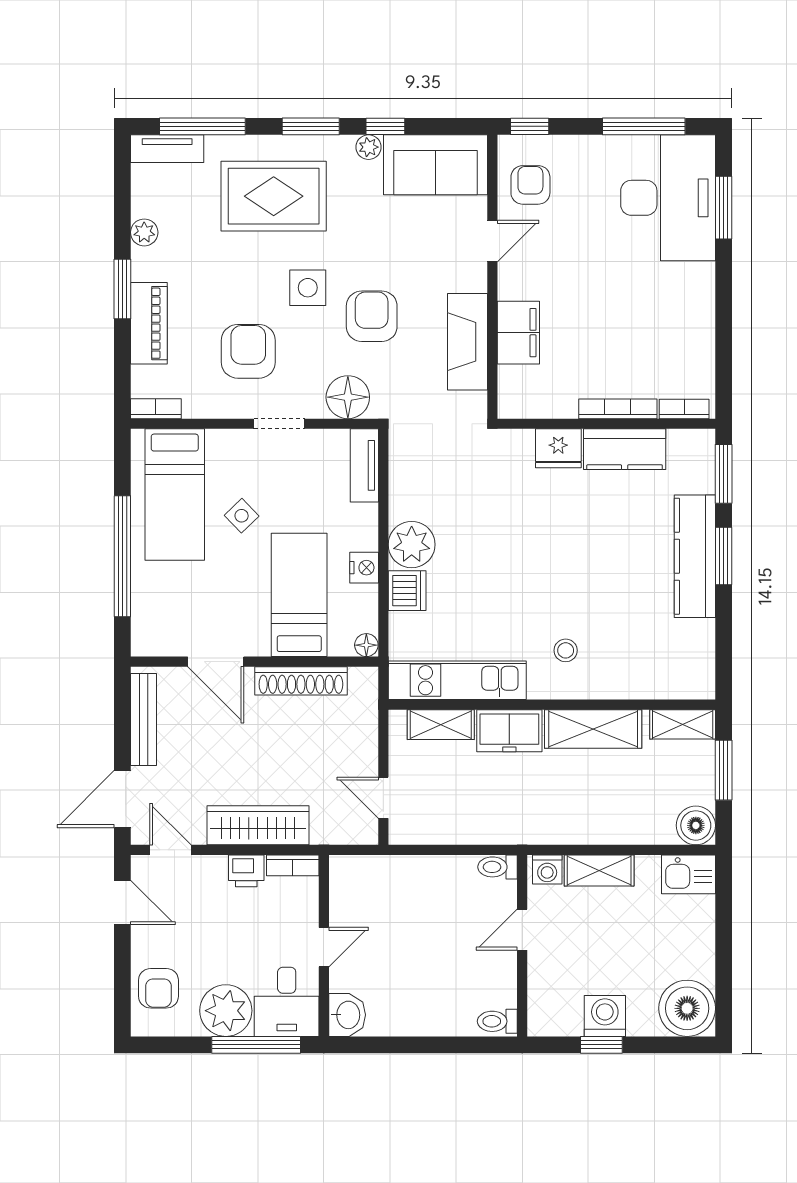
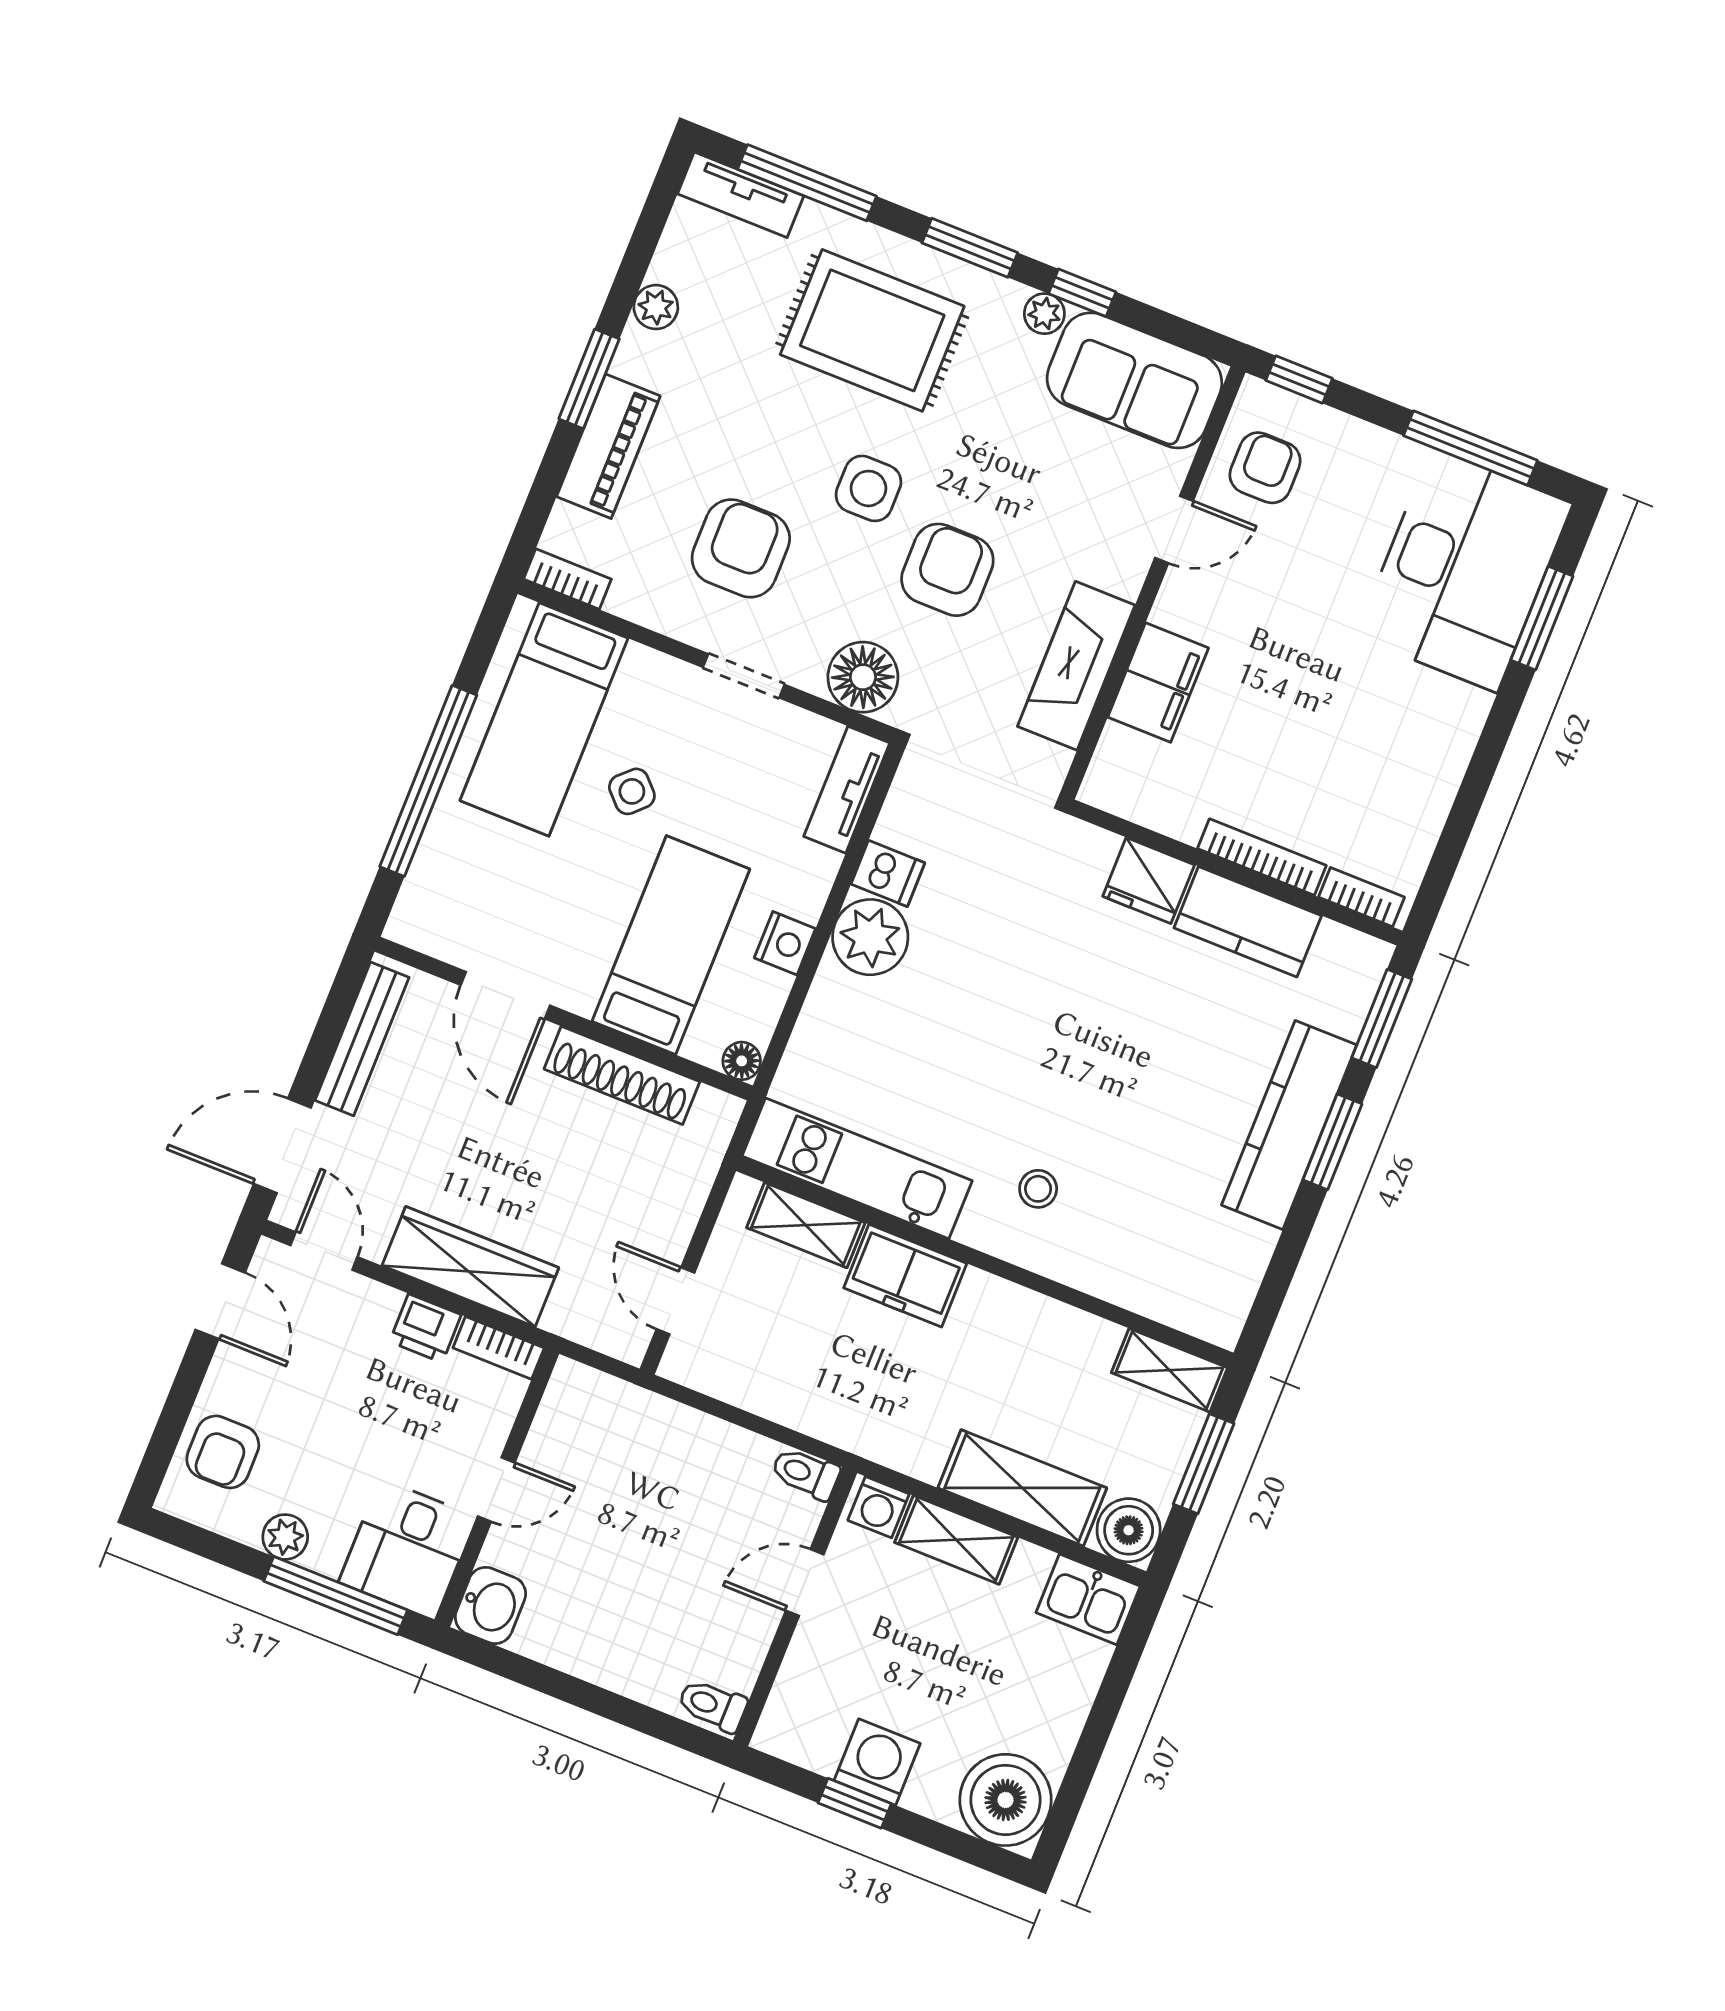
dishwasher: (407, 591) -> (888, 873), moved, width x0.73
shelving: (593, 729) -> (1022, 1488), moved
plant: (226, 1011) -> (285, 1537), width x0.53, depth x0.53

